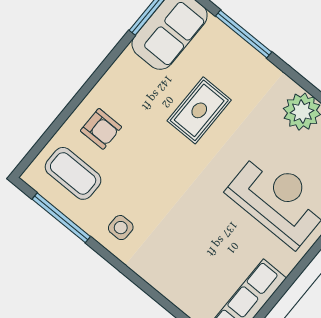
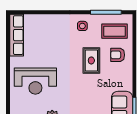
rug: (199, 110) -> (91, 60), moved

